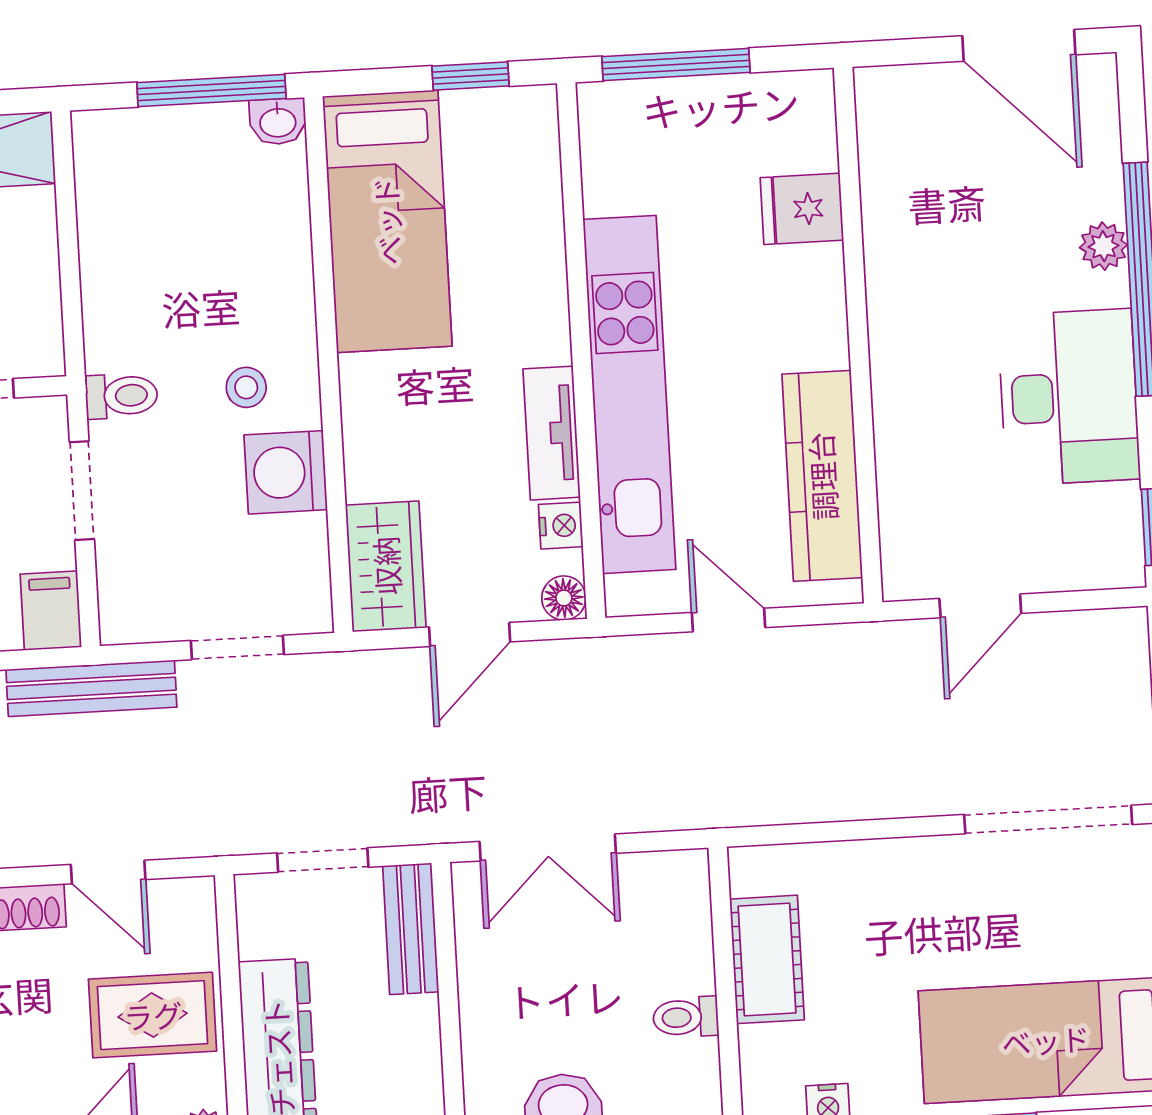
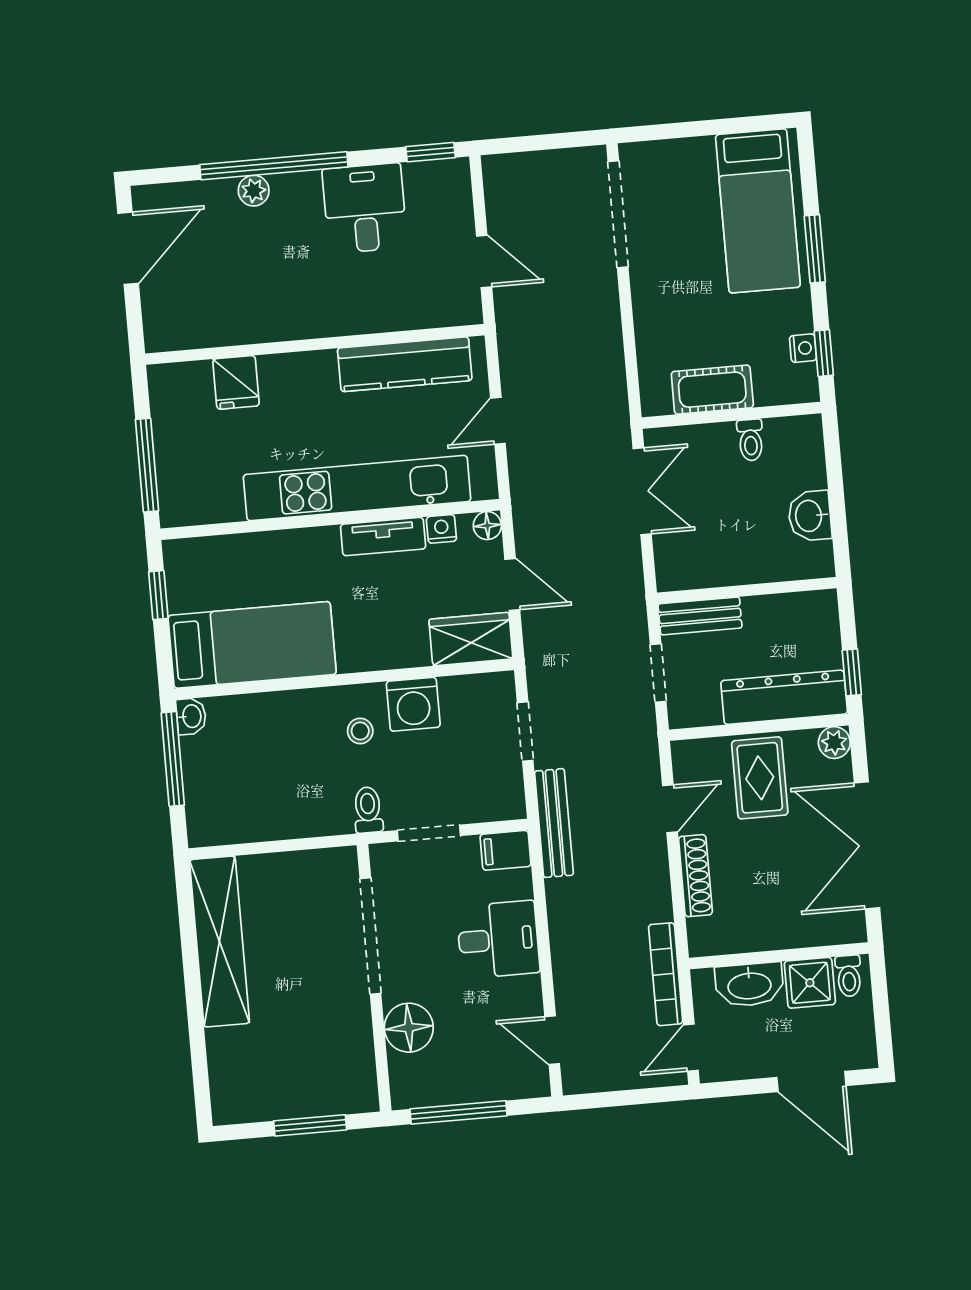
desk: (1069, 397) -> (365, 208), width x0.73
double door: (548, 847) -> (642, 491), moved

